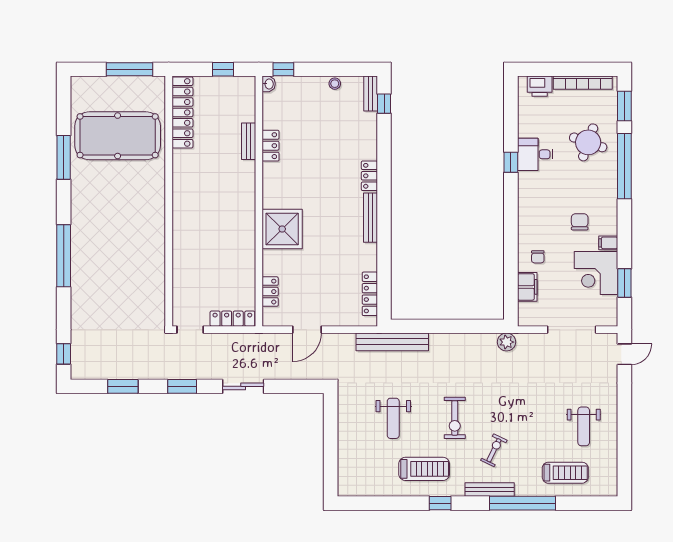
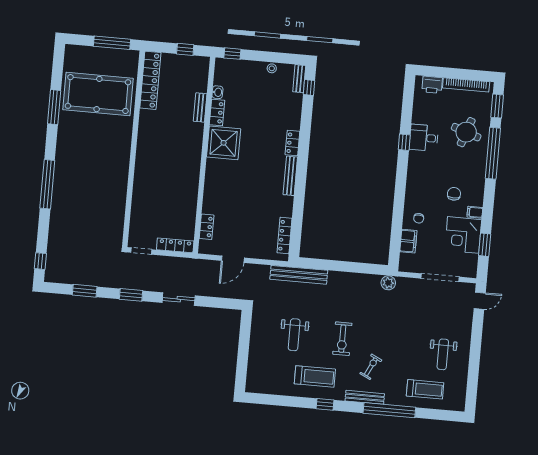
washbasin: (269, 84) -> (217, 92), moved
shower: (282, 229) -> (224, 143), moved

